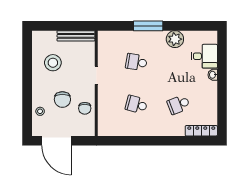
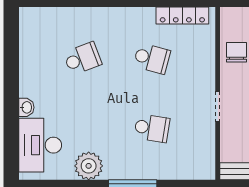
desk: (204, 56) -> (40, 145), width x1.37
locker: (201, 131) -> (182, 15), moved

